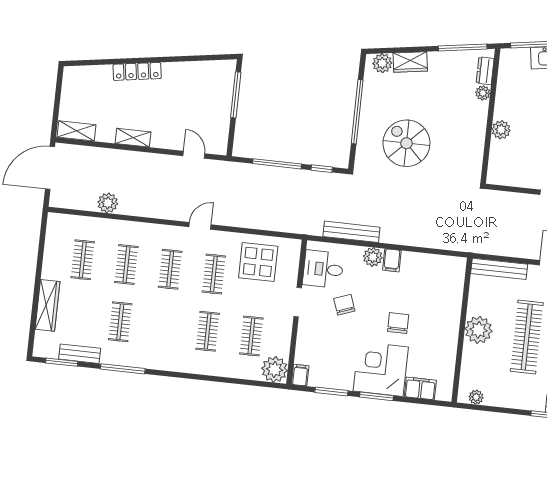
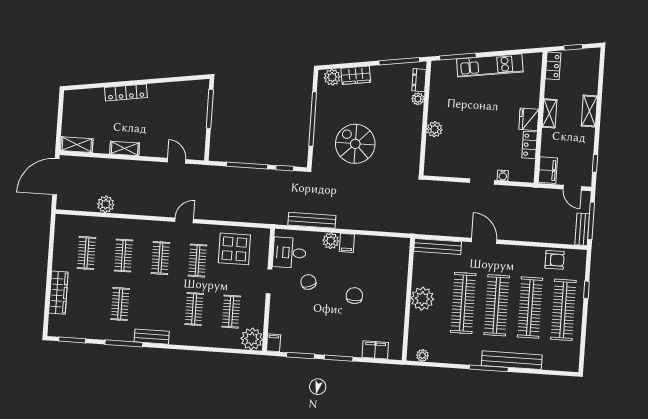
bench: (80, 354) -> (152, 337), moved
corner desk: (381, 369) -> (341, 335), removed

